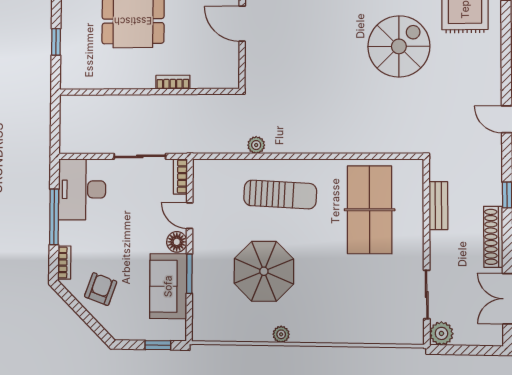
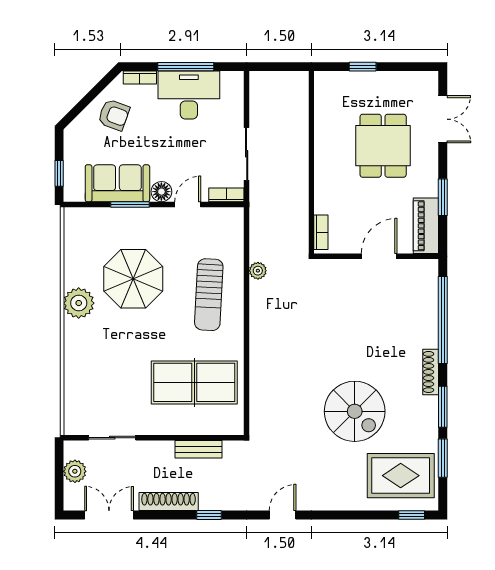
bookcase: (173, 82) -> (321, 232), moved
desk: (82, 189) -> (189, 95), moved
plant: (441, 333) -> (75, 471), moved
plant: (281, 334) -> (79, 303), width x1.87, depth x1.87

